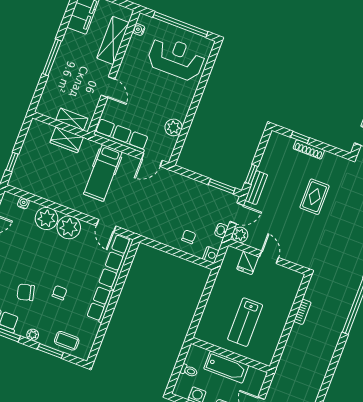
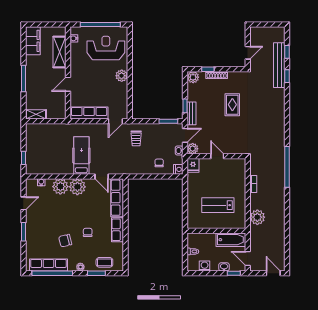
door: (108, 87) -> (68, 84), swing flipped
shelving: (72, 119) -> (36, 114), moved
plant: (174, 127) -> (122, 76), moved
wardrobe: (67, 140) -> (54, 129), removed
plant: (276, 141) -> (193, 77), added
hospital bed: (103, 173) -> (81, 155), moved, turned 180
trolley: (171, 193) -> (136, 138), added
fridge: (248, 263) -> (193, 165), moved
lab bench: (245, 322) -> (218, 205), turned 90
plant: (291, 358) -> (257, 217), added
bathtub: (226, 367) -> (231, 240), moved

